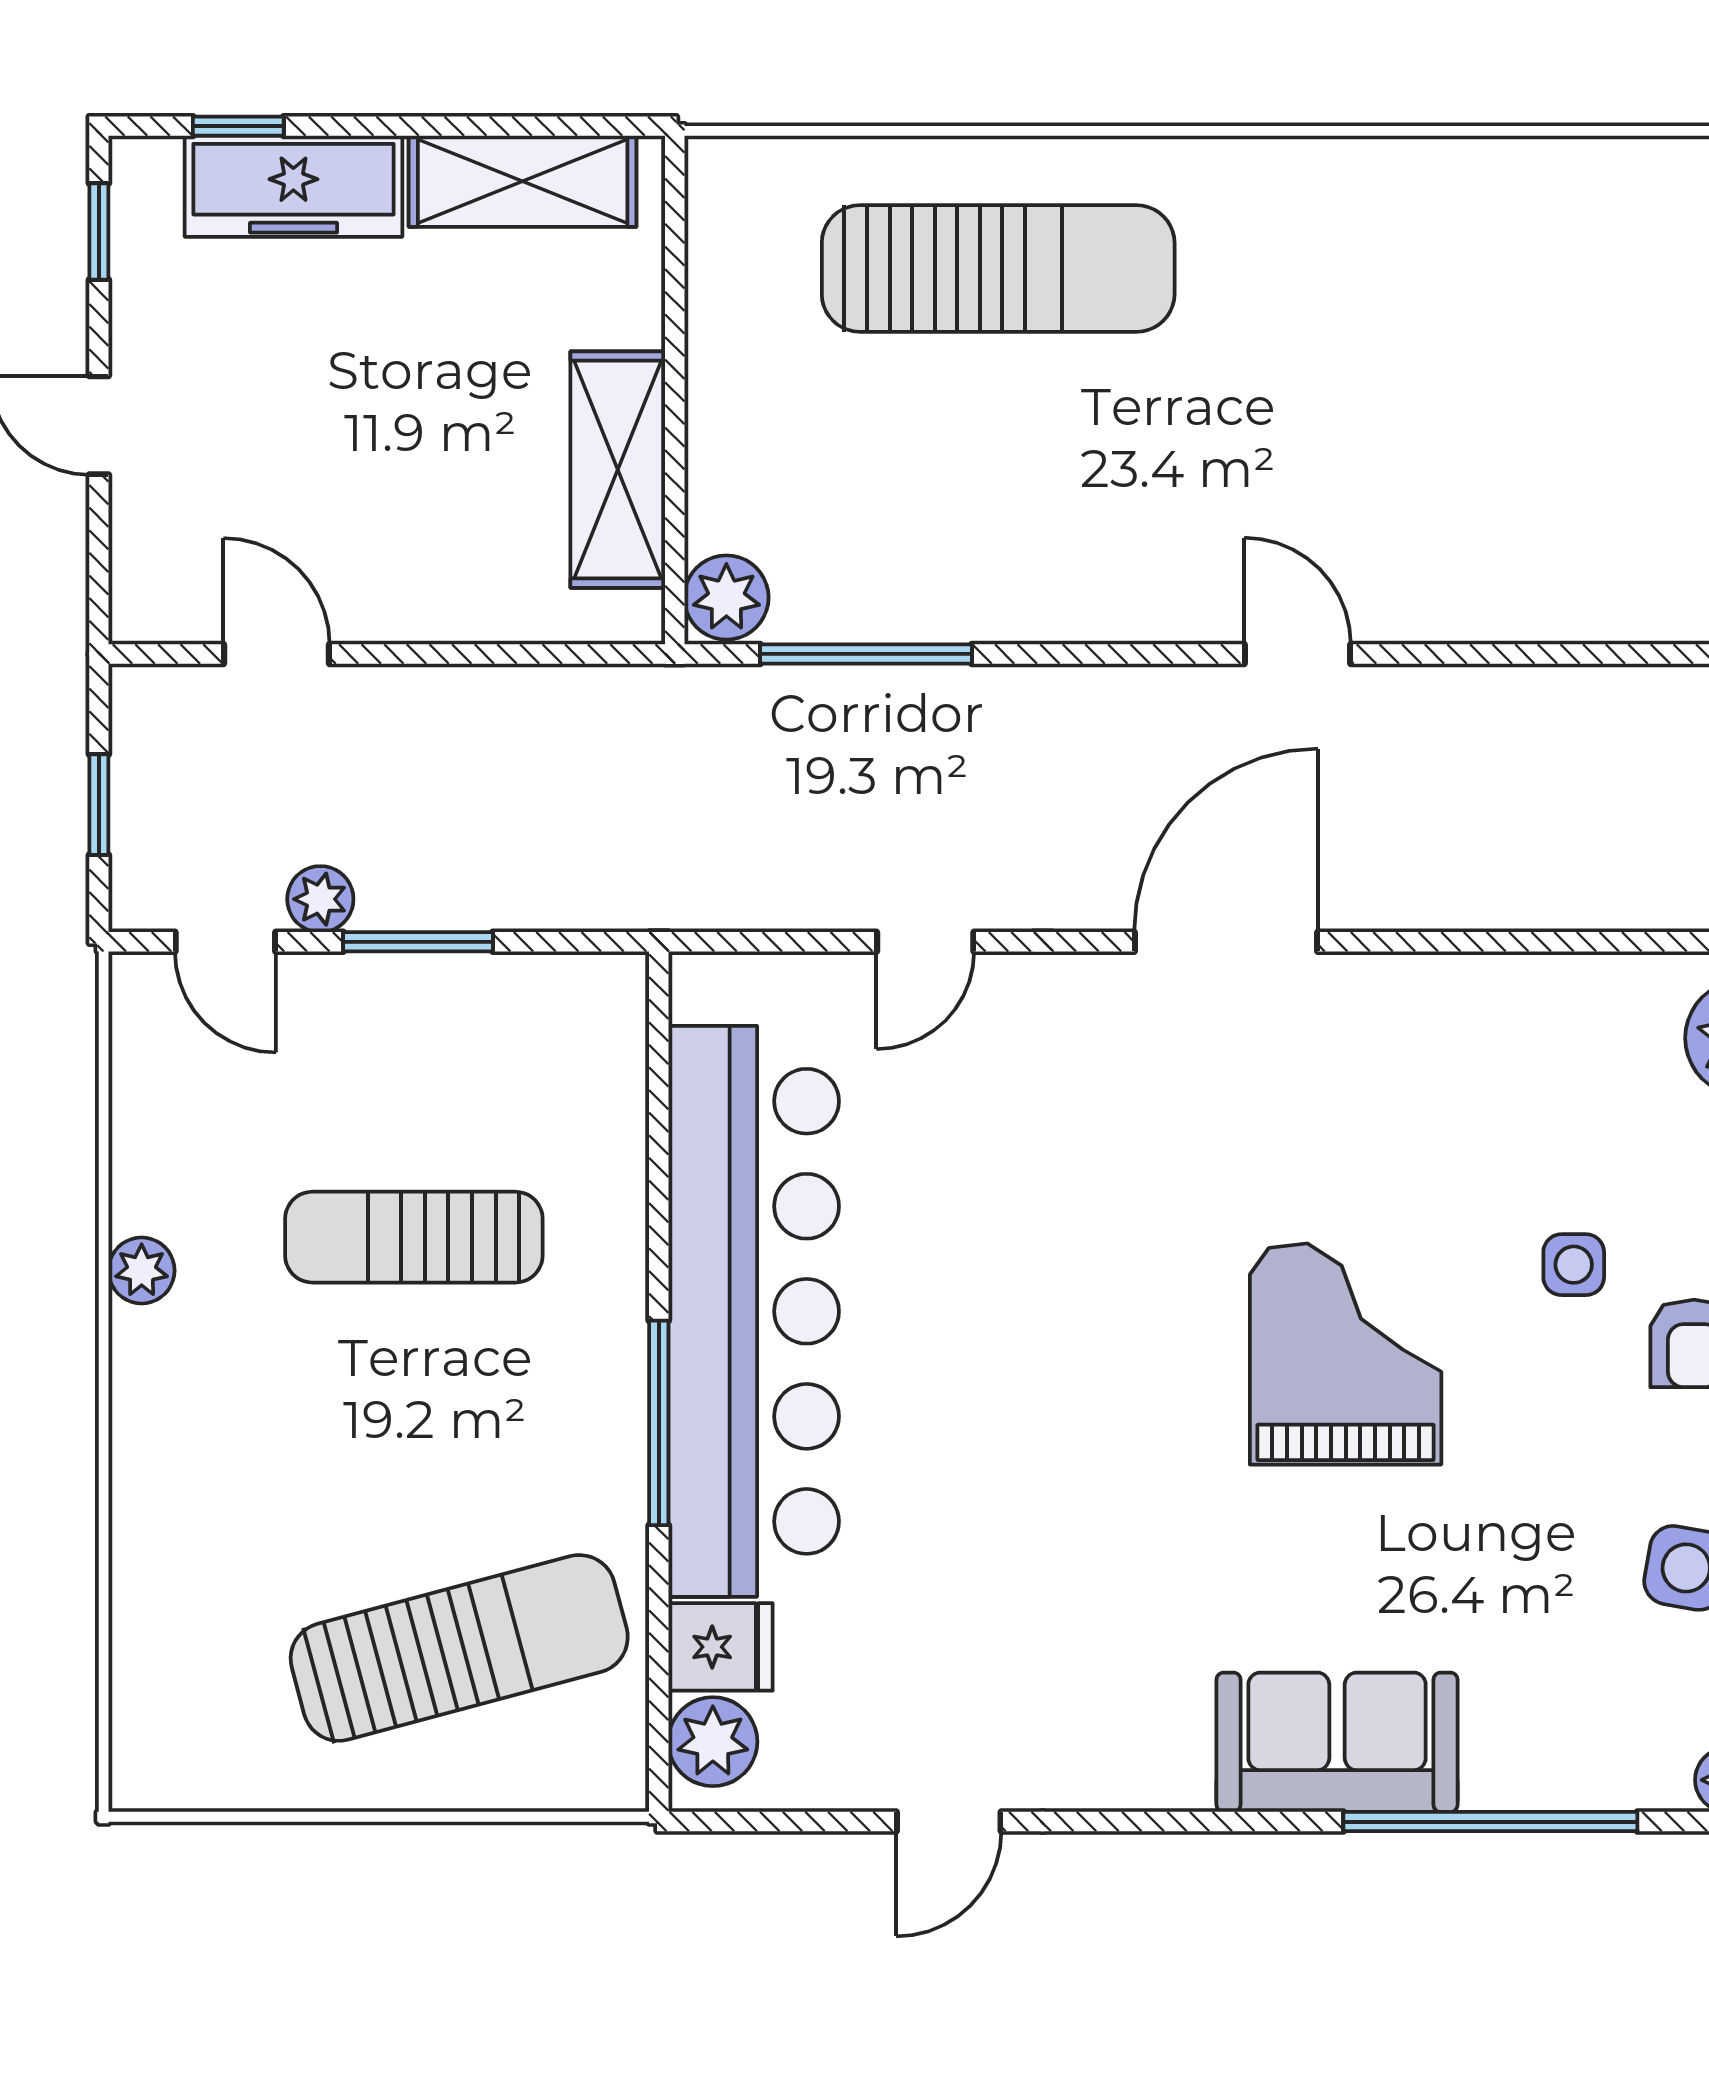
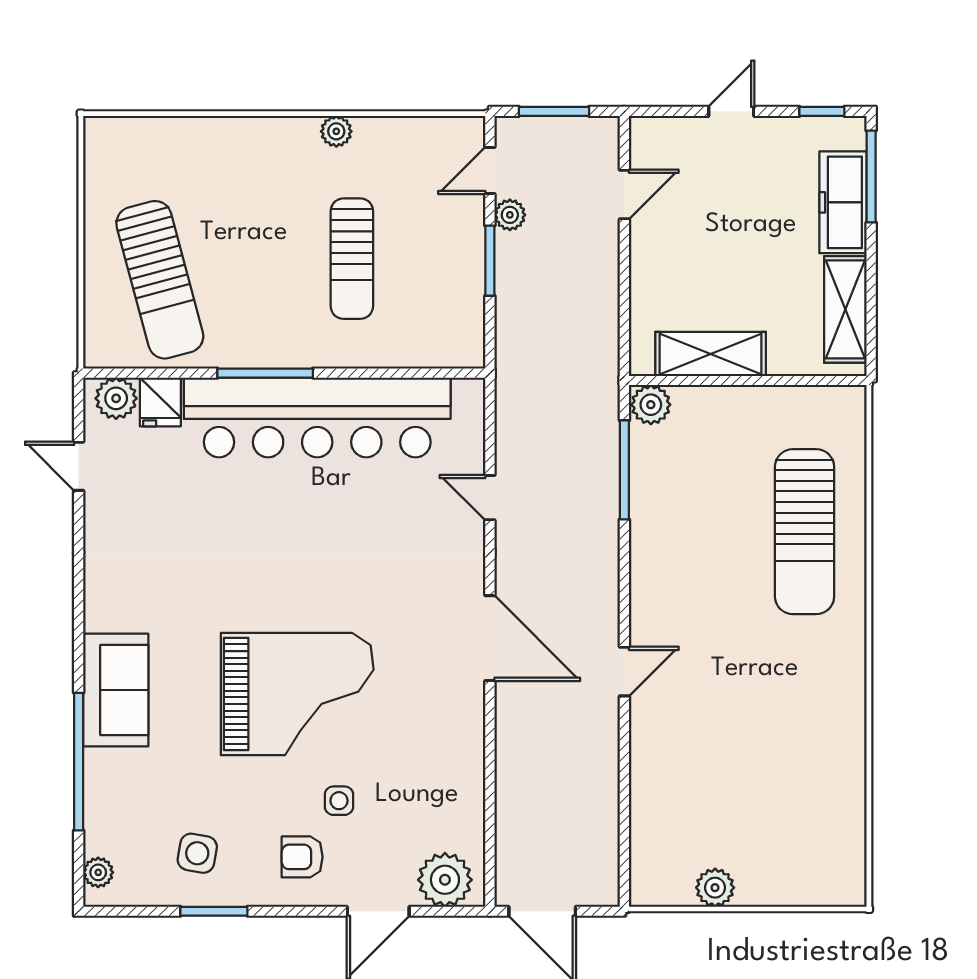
window: (238, 126) -> (871, 177), width x2.17
window: (99, 805) -> (554, 111), width x1.50
sun lounger: (414, 1237) -> (352, 259), turned 180
grand piano: (1346, 1354) -> (297, 694), width x1.37, depth x1.48
door: (949, 1822) -> (79, 466), moved

